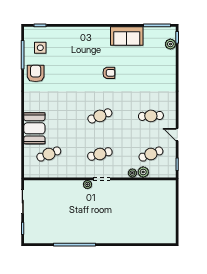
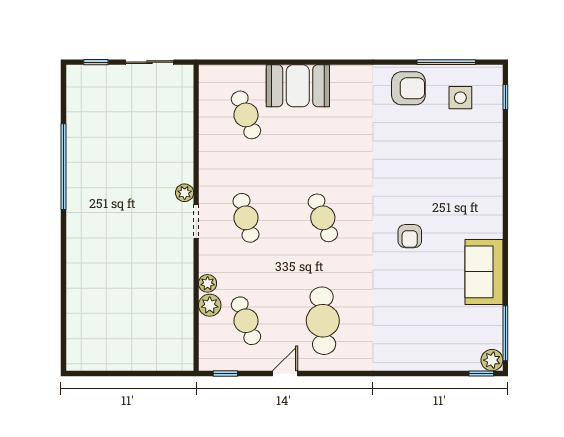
plant: (170, 44) -> (492, 360), moved
cafe table: (151, 116) -> (323, 321), width x1.37, depth x1.35

